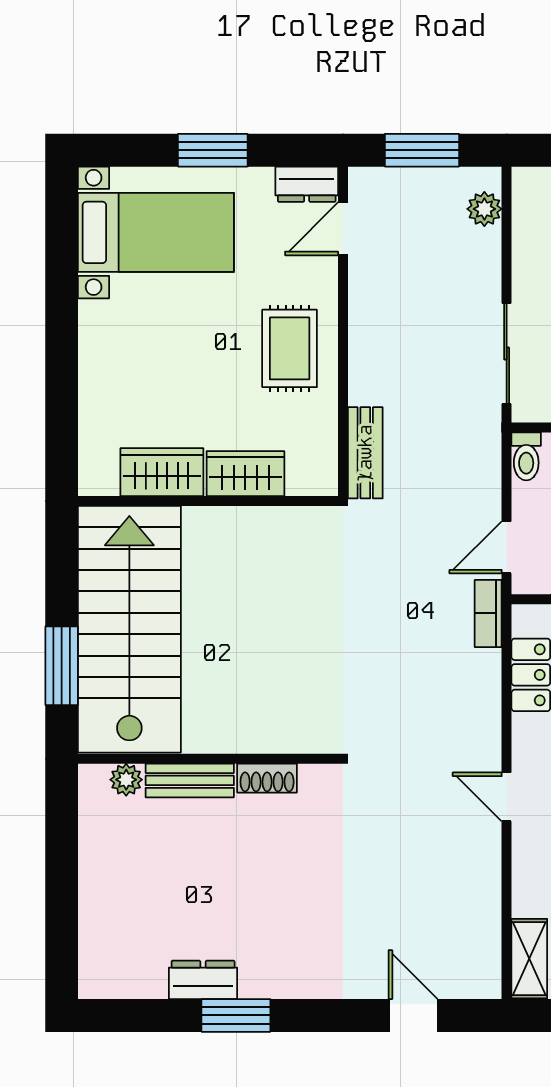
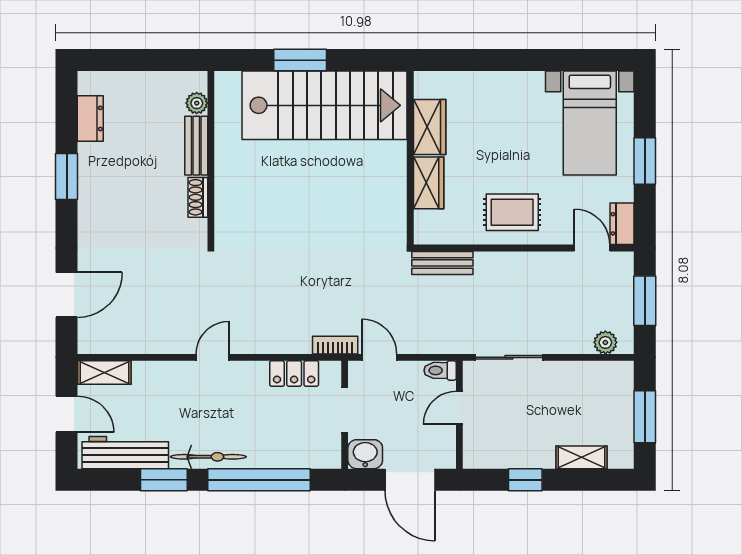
wall: (208, 759) -> (211, 158), moved
shoe rack: (267, 778) -> (198, 197), moved
plant: (126, 780) -> (197, 103), moved
bench: (190, 780) -> (196, 146), moved
dresser: (203, 980) -> (90, 118), moved
door: (413, 1015) -> (67, 295), width x1.38

